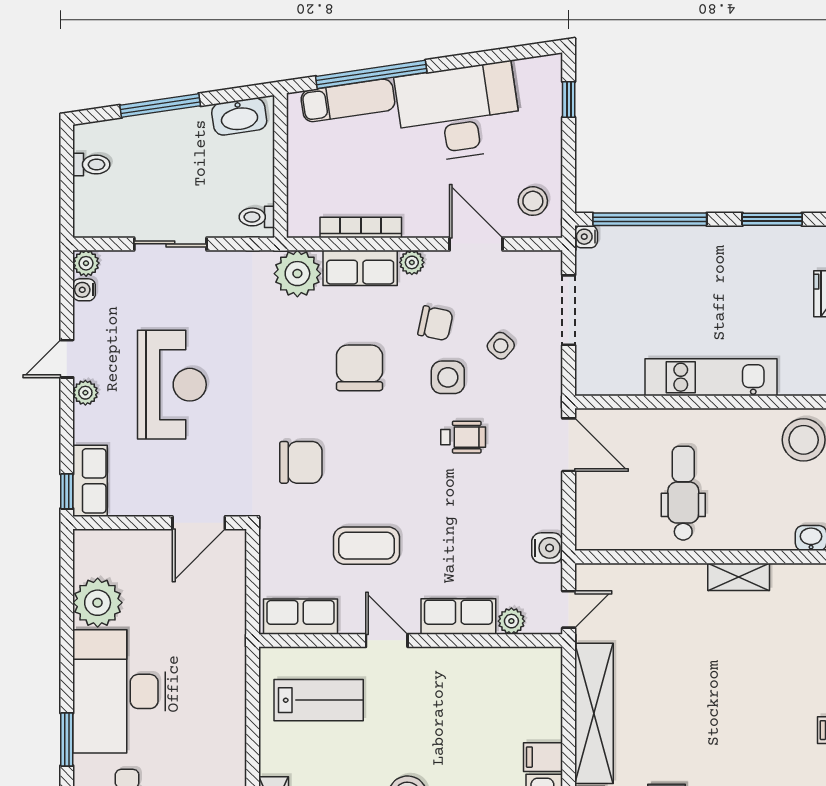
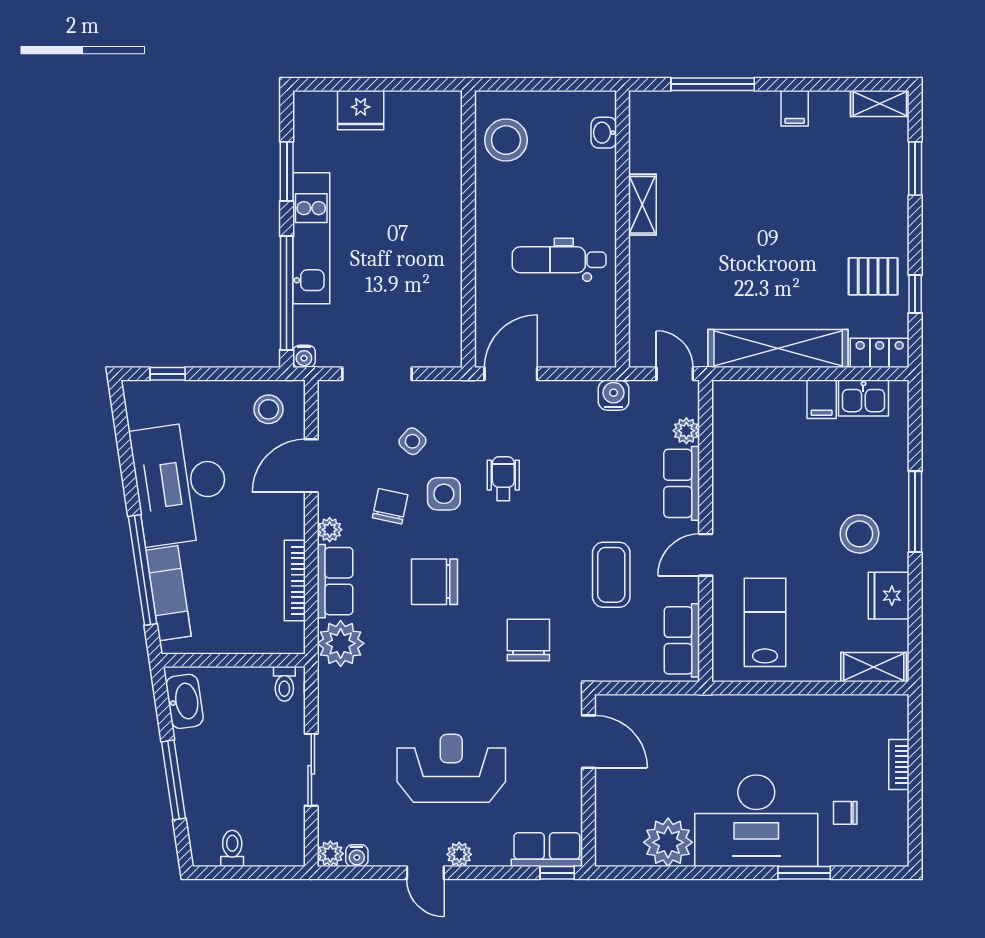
kitchen unit: (711, 377) -> (311, 238), moved, turned 180

